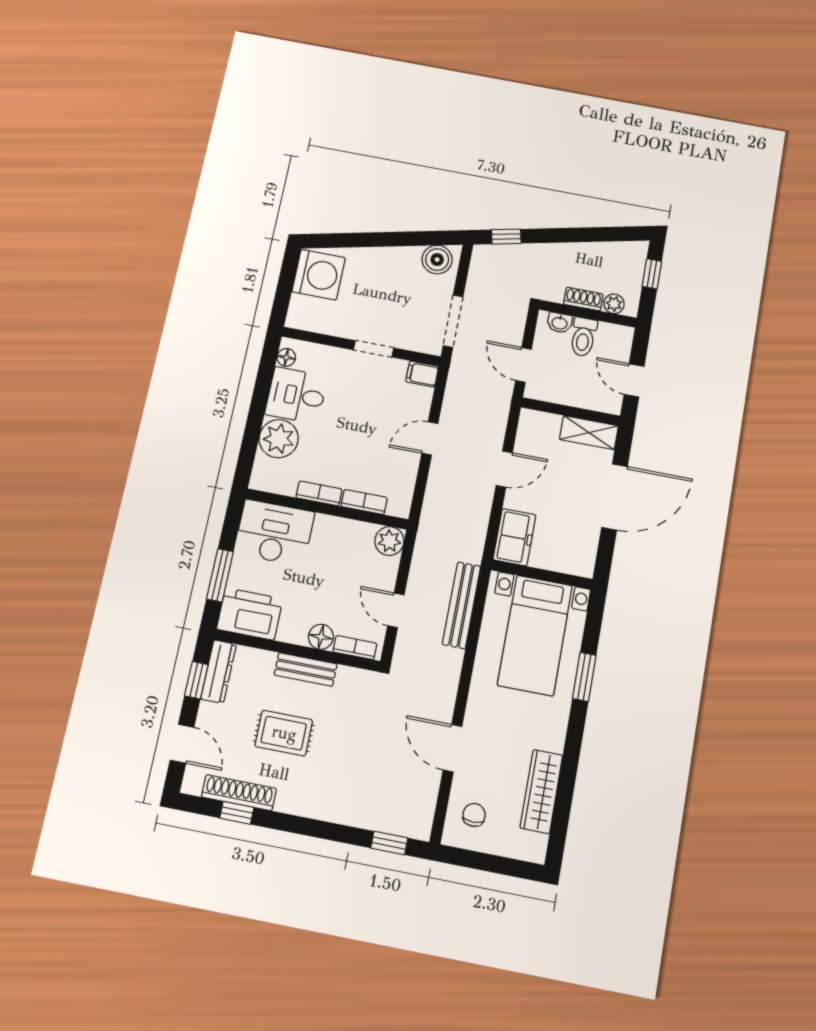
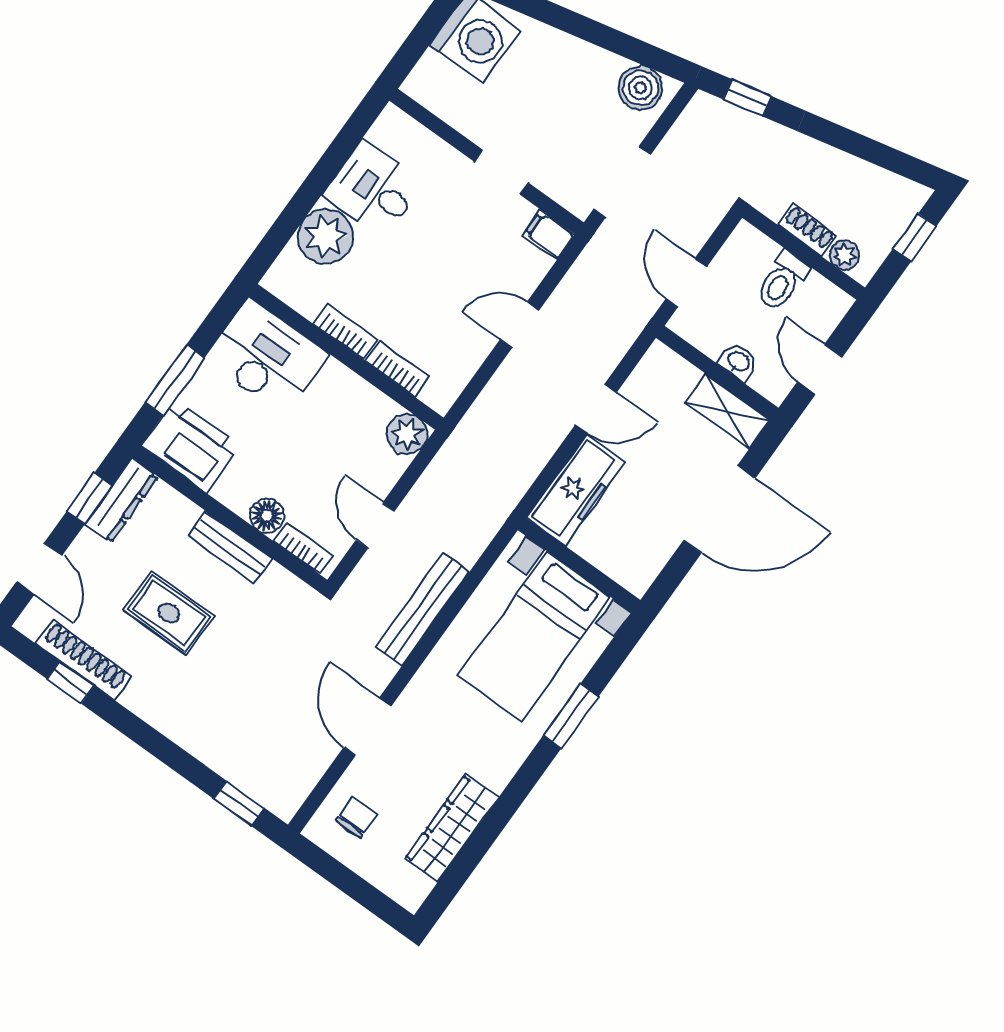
washbasin: (560, 323) -> (738, 362), moved, turned 180
floor lamp: (286, 357) -> (383, 132), removed
freezer: (514, 537) -> (576, 490), width x1.40
bench: (461, 605) -> (422, 609), moved

